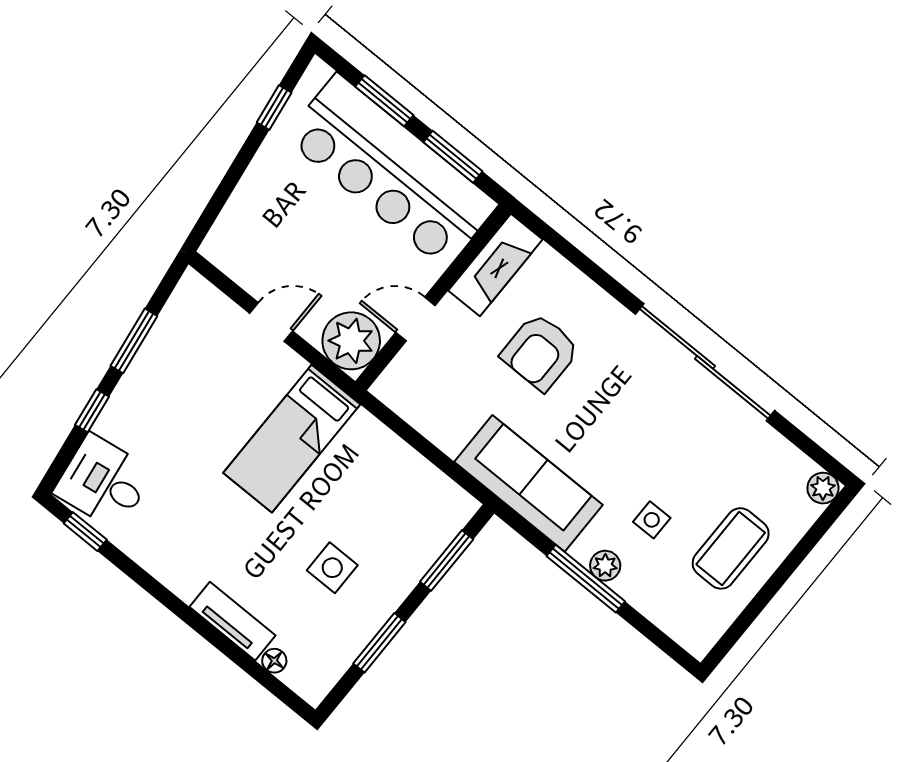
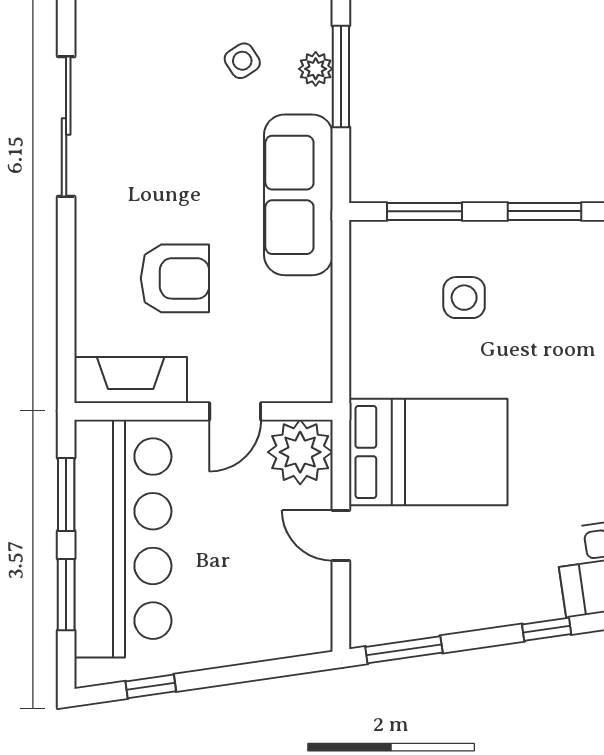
door: (415, 319) -> (235, 411), hinge flipped
window: (134, 341) -> (404, 650), moved
sliding door: (705, 362) -> (66, 127), width x0.73
bed: (292, 439) -> (428, 452), width x1.50
side table: (652, 520) -> (242, 61), turned -33
side table: (332, 568) -> (464, 298), moved

